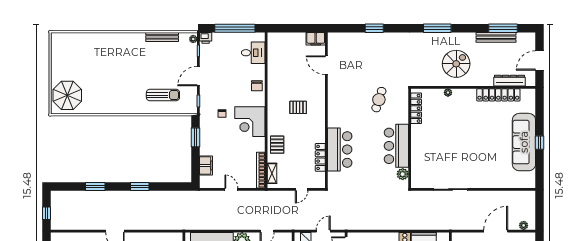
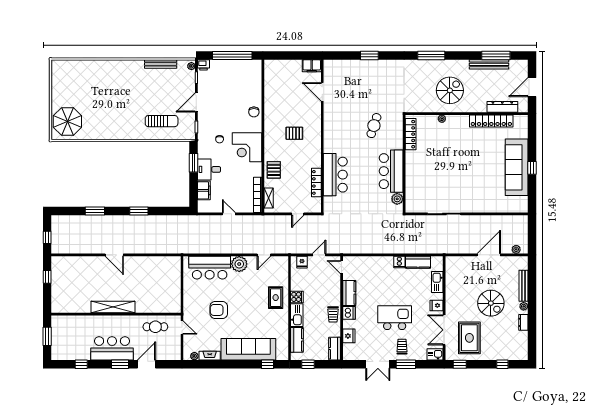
desk: (253, 53) -> (209, 169), moved, turned 180

